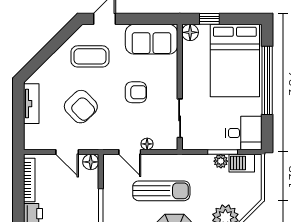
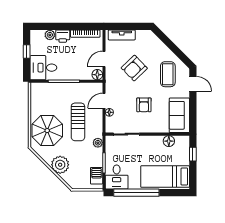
floor lamp: (190, 32) -> (169, 141), moved
bed: (235, 60) -> (165, 177), width x0.67
window: (267, 80) -> (136, 193), moved
tv unit: (31, 104) -> (122, 35), moved
plant: (221, 161) -> (98, 143), moved

